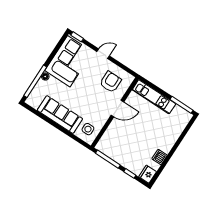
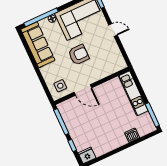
armchair: (111, 82) -> (79, 55), moved
door: (117, 108) -> (83, 90), moved
sofa: (60, 115) -> (38, 45), moved
dishwasher: (160, 157) -> (132, 135), moved

